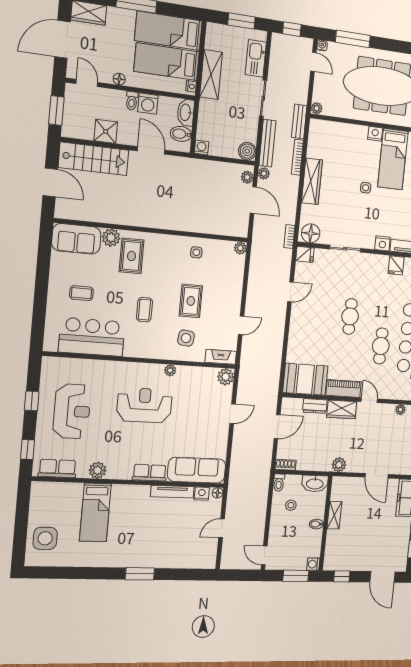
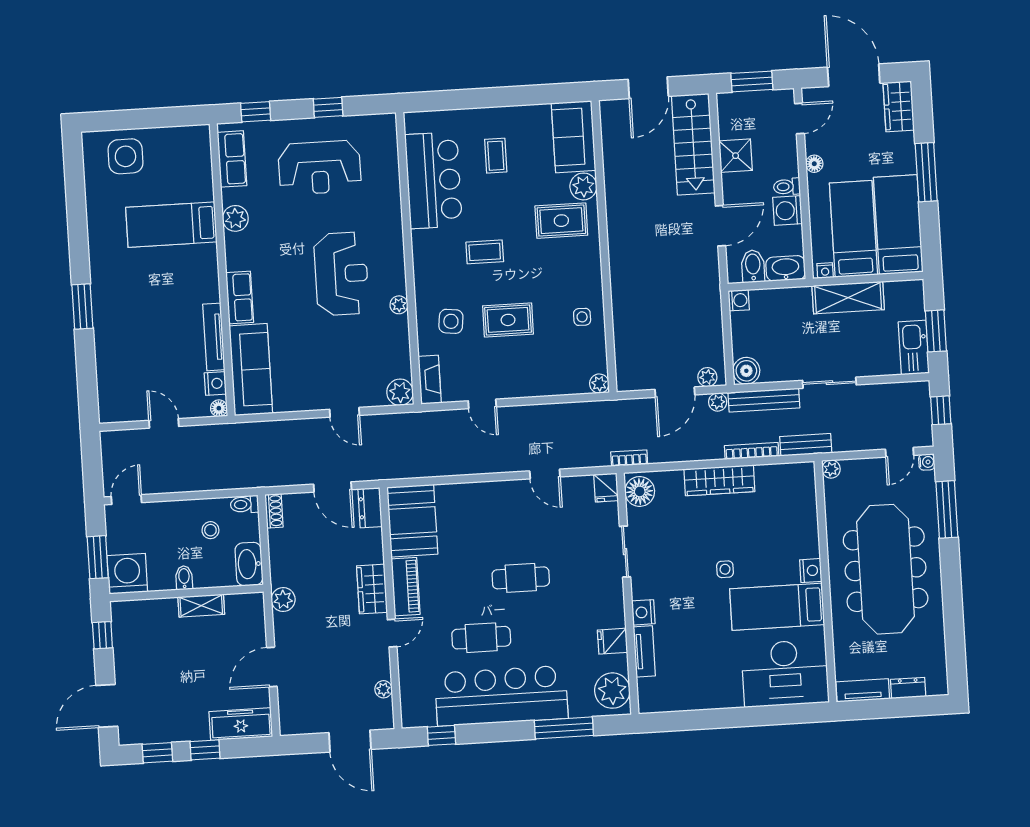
kitchen sink: (256, 58) -> (914, 347), moved, turned -90
dresser: (315, 406) -> (370, 508), moved
washing machine: (313, 564) -> (127, 574), width x1.89, depth x1.89

